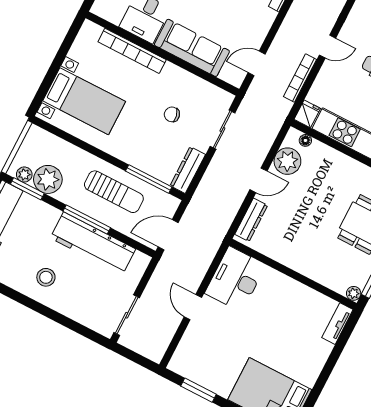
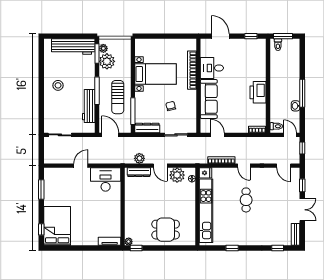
bed with nightstands: (84, 101) -> (155, 74), moved, turned -90
plant: (230, 208) -> (139, 158), added
workbench: (93, 244) -> (89, 106), width x0.73, depth x0.76

